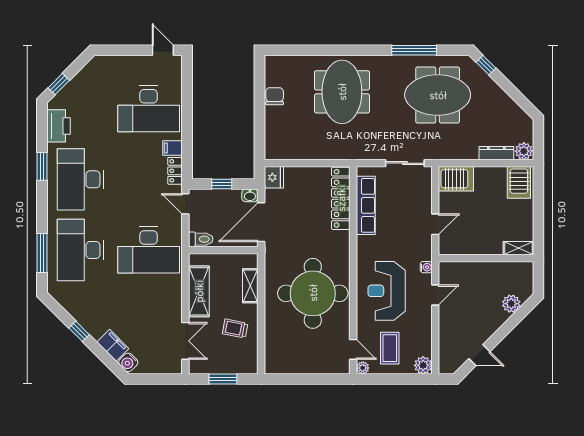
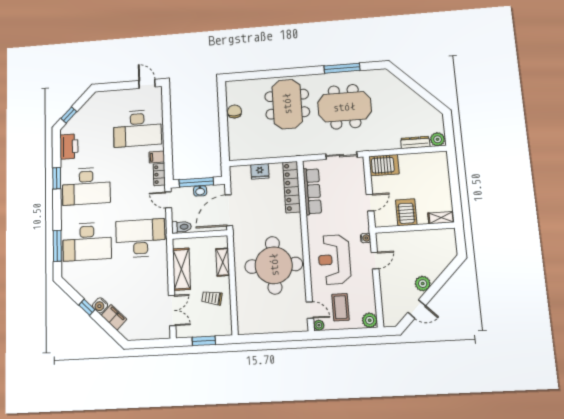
window: (486, 65) -> (400, 75), removed
meeting table: (438, 95) -> (344, 107), moved
fridge: (274, 177) -> (260, 171), moved, turned 90
desk: (80, 179) -> (86, 186), turned -90
server rack: (519, 182) -> (406, 212), moved, turned 180
window: (222, 184) -> (196, 182), width x2.17
washbasin: (250, 195) -> (200, 191), moved
desk: (80, 250) -> (87, 242), turned -90
desk: (149, 250) -> (140, 238), turned 180
plant: (511, 304) -> (423, 284), moved
water cooler: (128, 362) -> (100, 305), moved

